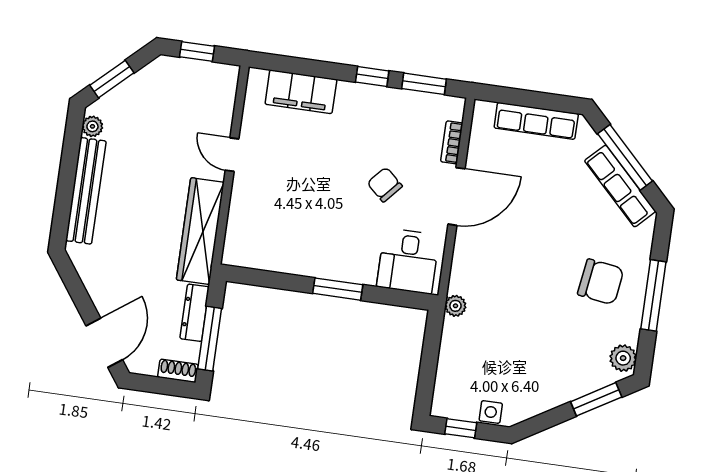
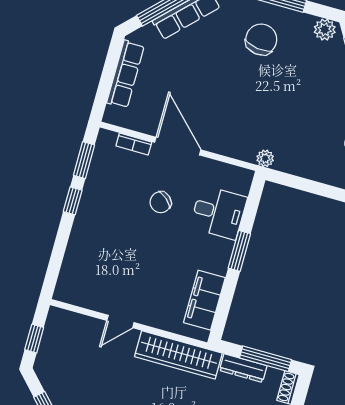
filing cabinet: (301, 92) -> (204, 300), moved, turned 180
desk: (408, 261) -> (219, 212), moved

